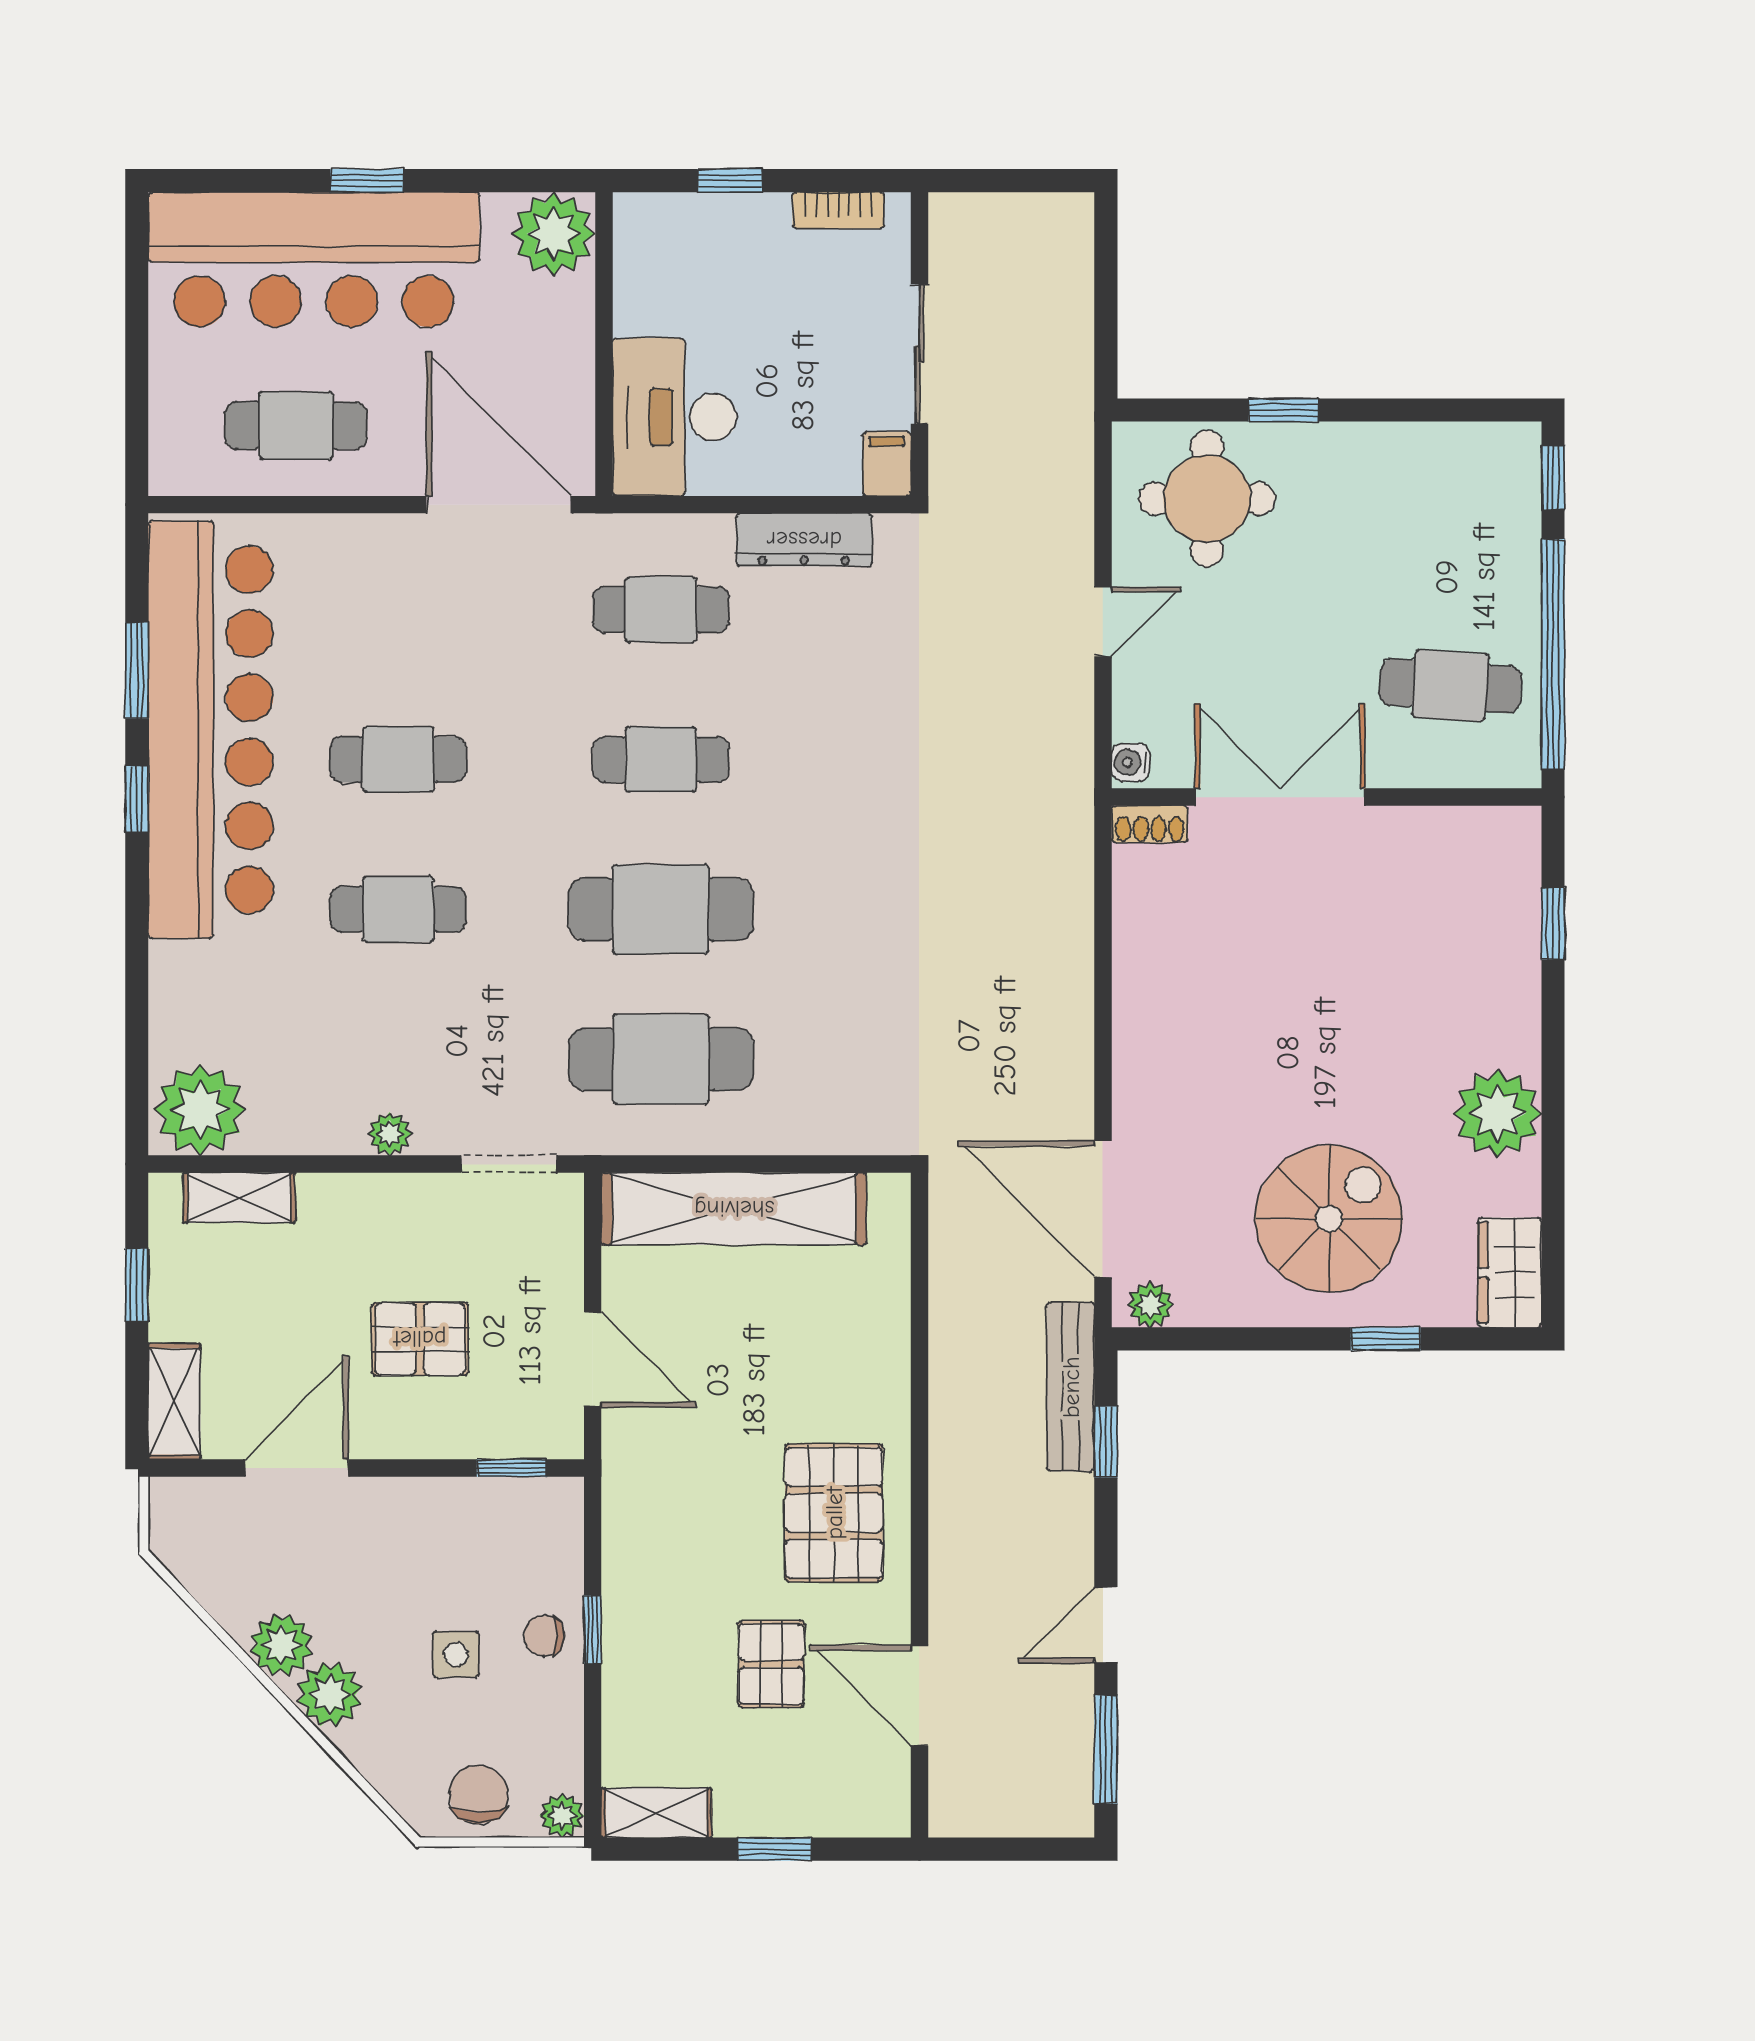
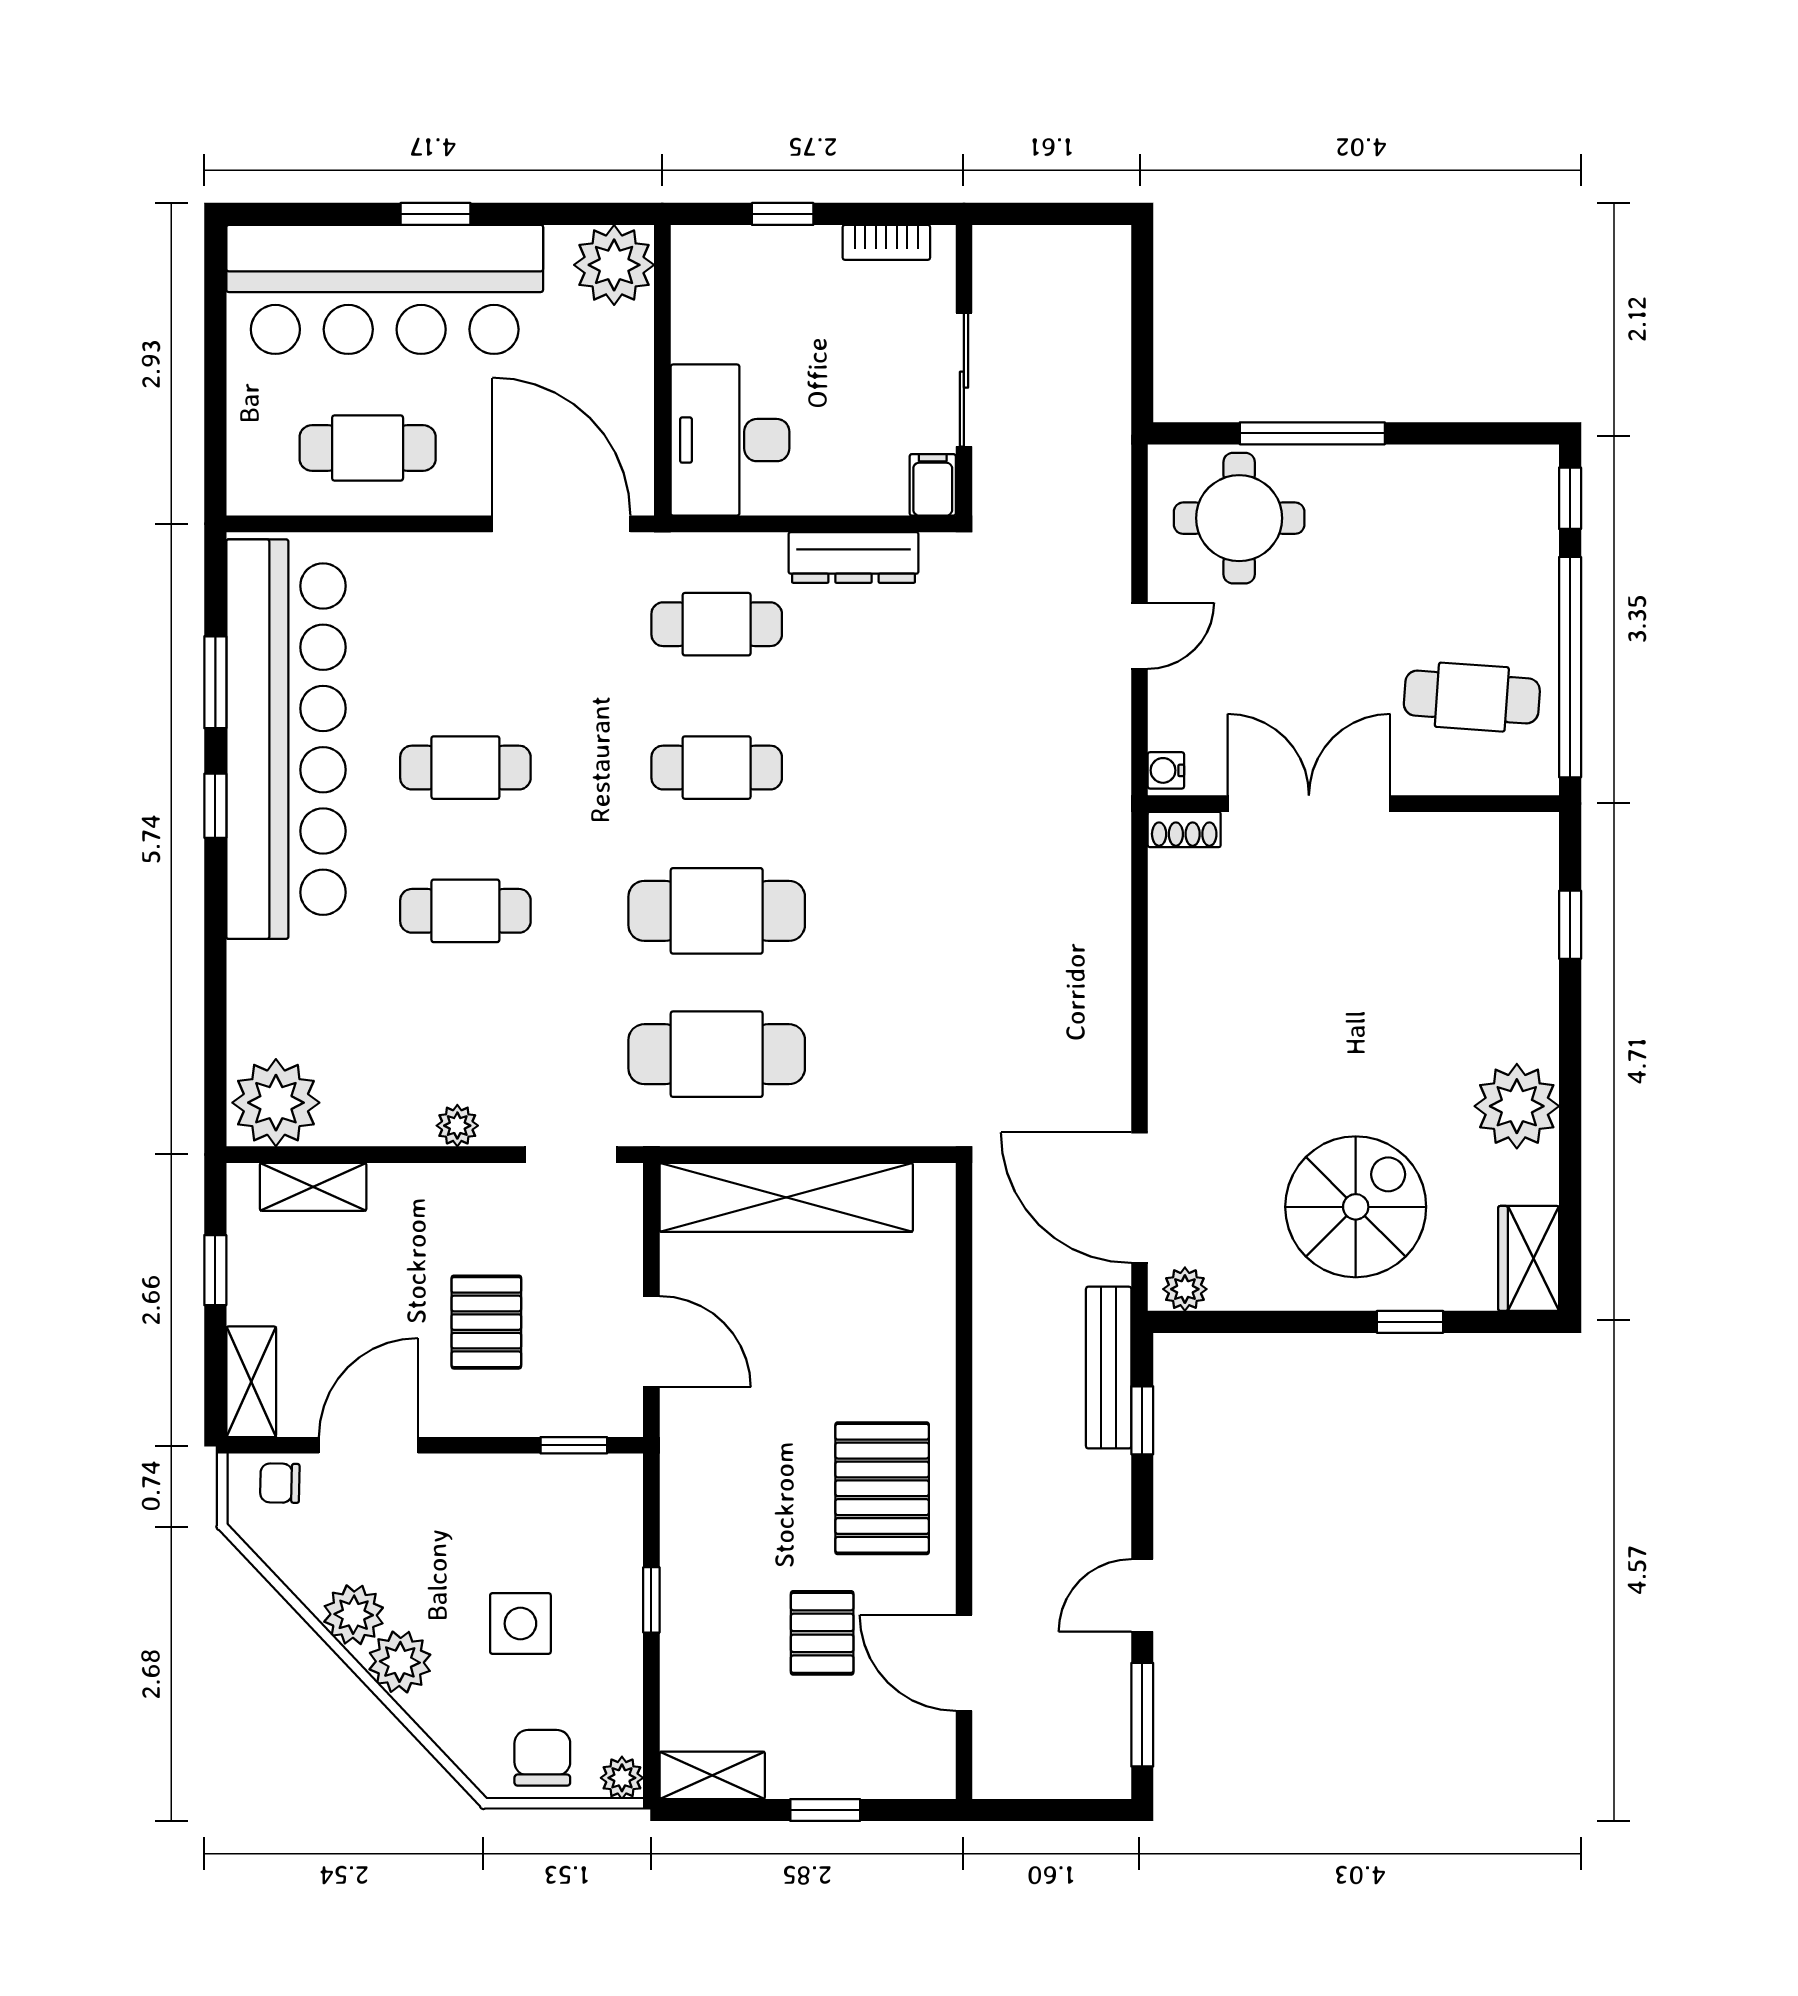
window: (1284, 410) -> (1312, 433), width x2.17
pallet: (420, 1339) -> (486, 1322), turned 90
chair: (544, 1636) -> (280, 1483), moved
side table: (456, 1654) -> (520, 1624), width x1.37, depth x1.37

